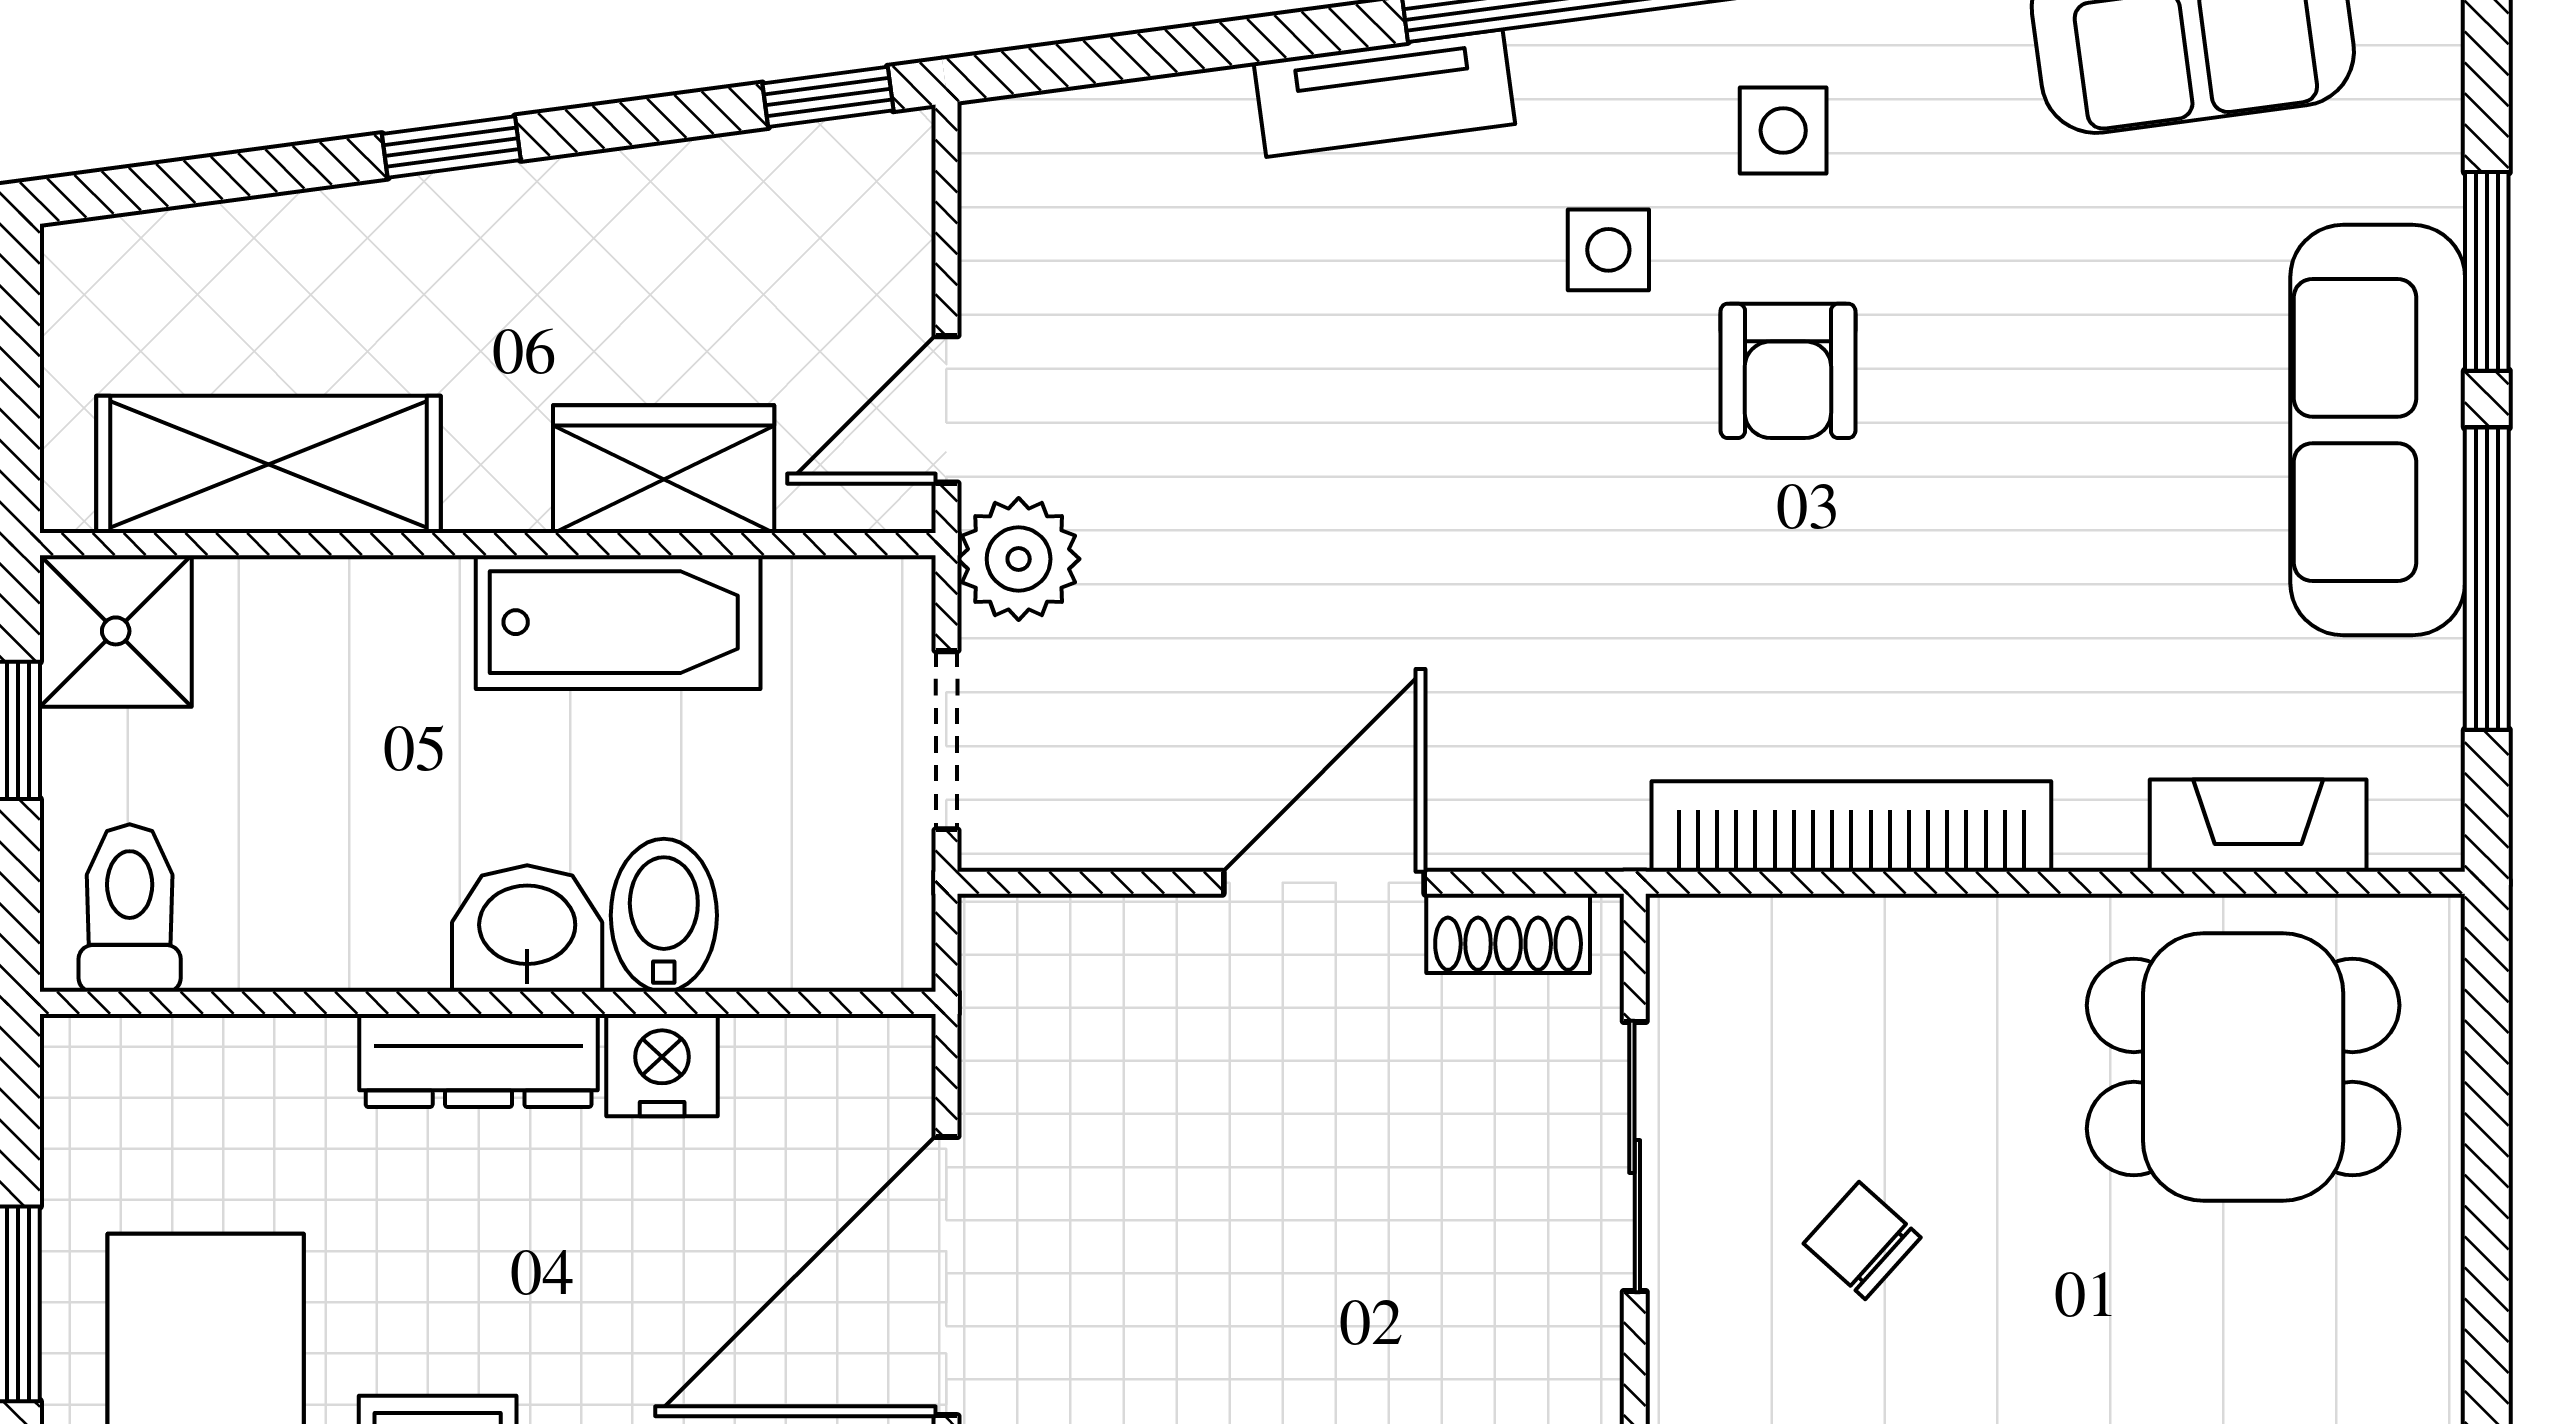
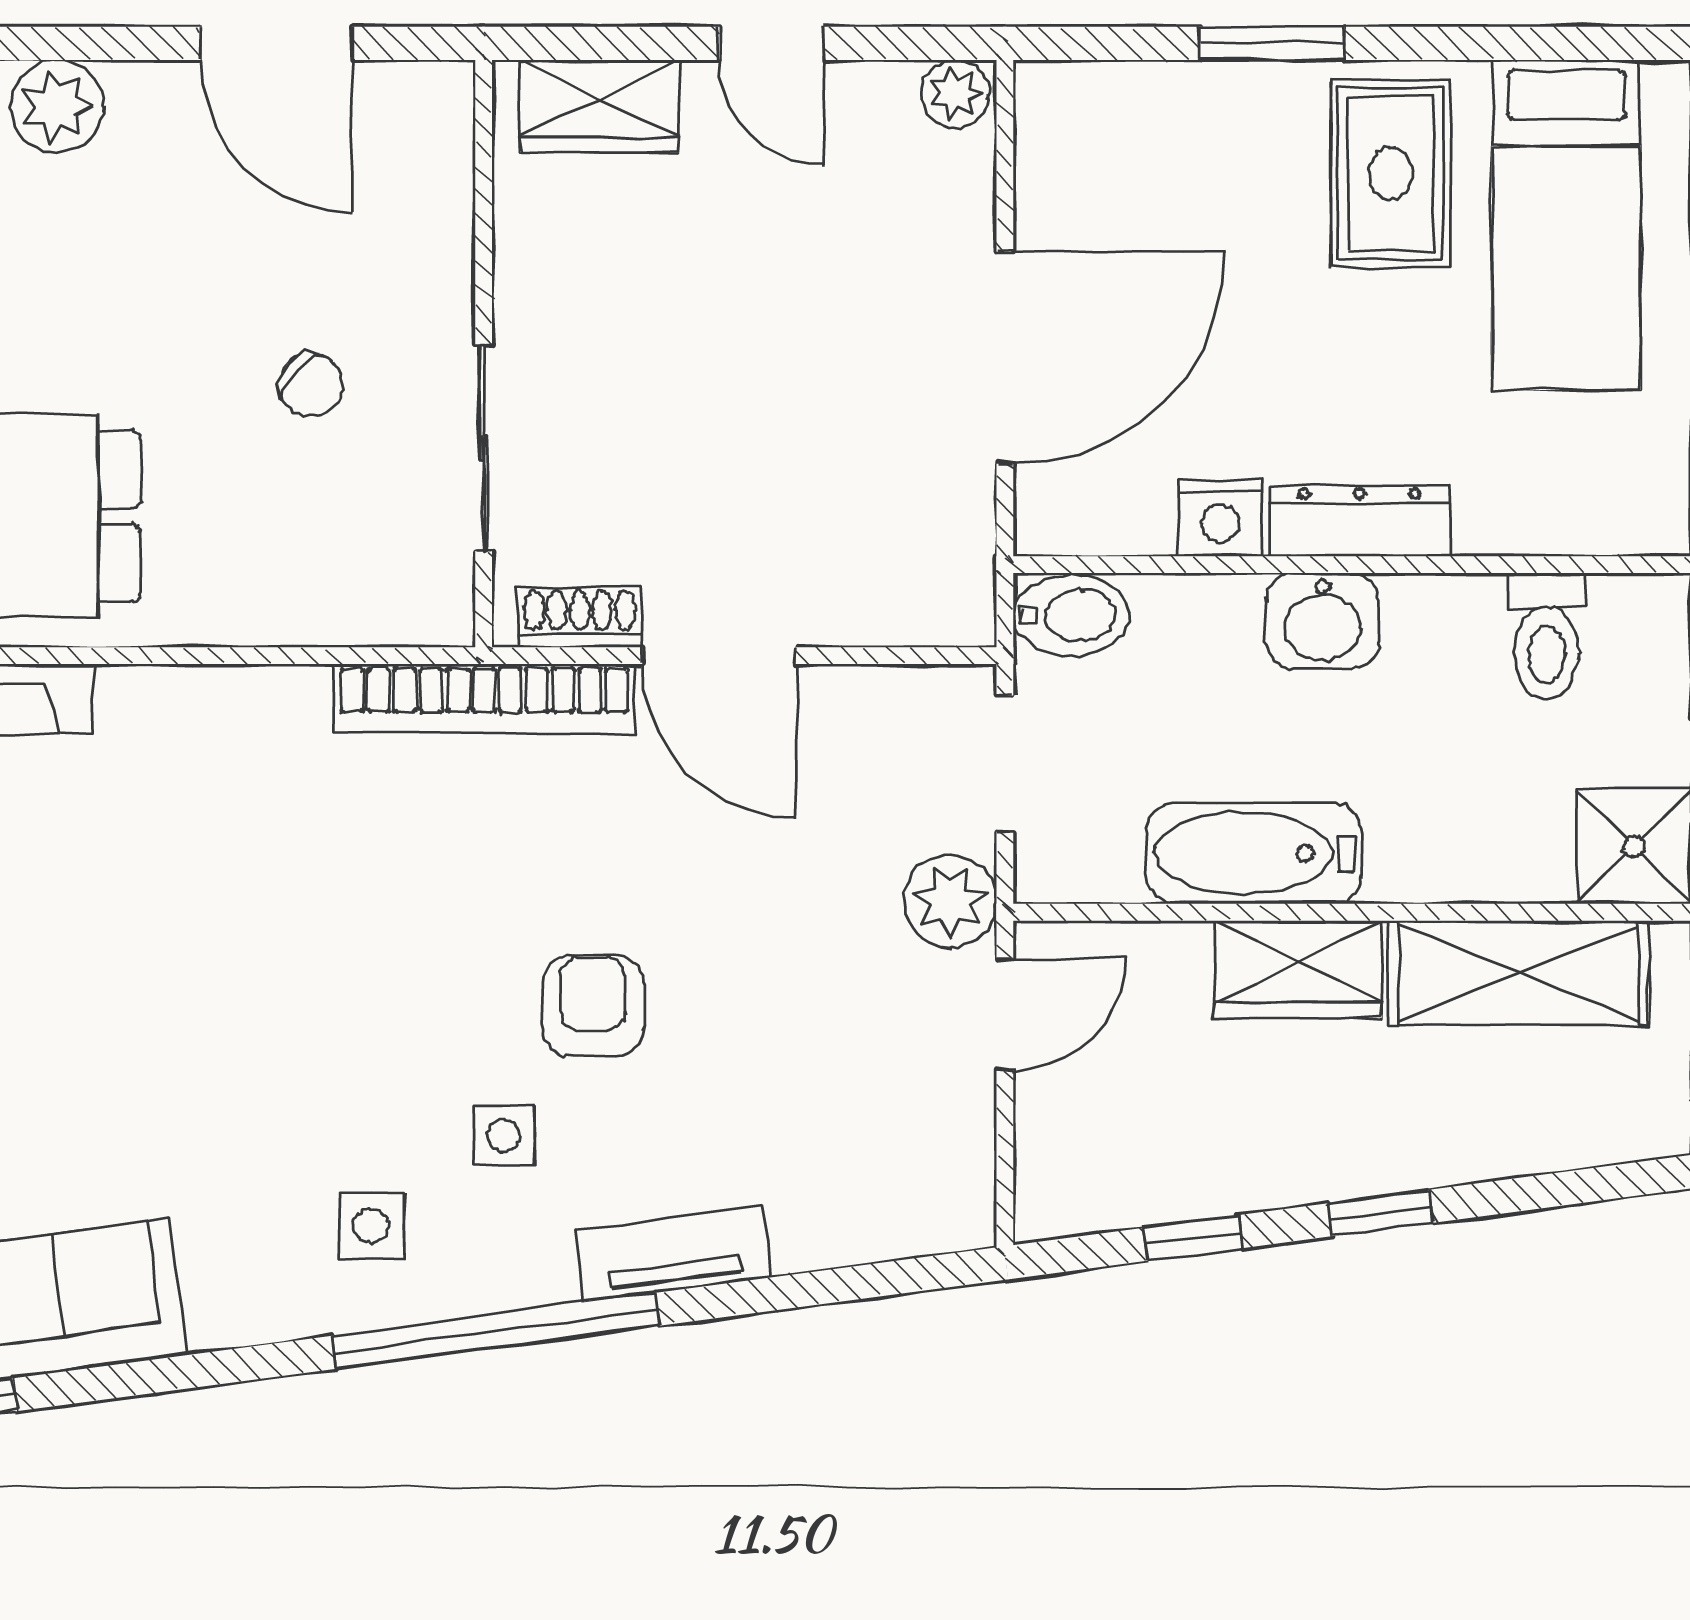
window: (828, 97) -> (1193, 1238), moved
armchair: (1788, 371) -> (593, 1006), moved
wardrobe: (664, 469) -> (1298, 969), moved
bookcase: (1851, 826) -> (484, 698), moved
door: (1324, 883) -> (719, 656), hinge flipped
toilet: (130, 908) -> (1546, 637), moved
bidet: (664, 915) -> (1071, 615), moved, turned -90

